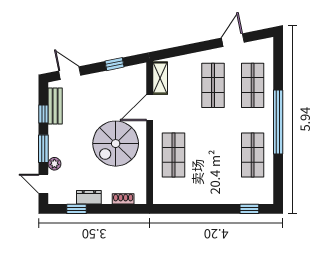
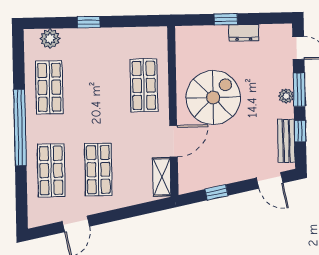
plant: (54, 164) -> (286, 96), moved
plant: (251, 196) -> (50, 39), added
shoe rack: (123, 199) -> (203, 32), removed
window: (76, 209) -> (226, 19), moved
window: (249, 209) -> (89, 22), moved

